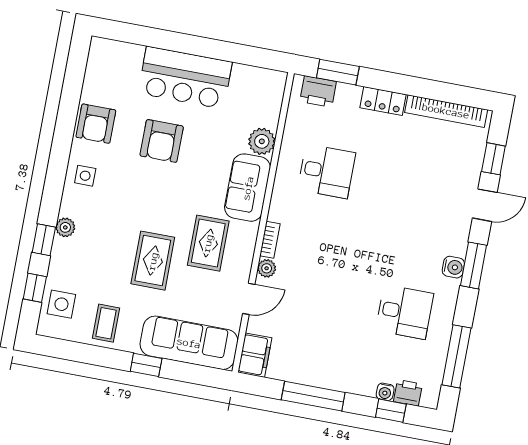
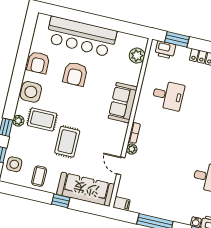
bar counter: (185, 78) -> (81, 37), width x1.36
plant: (262, 141) -> (137, 56), moved
side table: (85, 176) -> (31, 92), width x1.87, depth x1.87
rug: (208, 243) -> (42, 119), moved, turned 90
door: (249, 299) -> (121, 166), swing flipped
filing cabinet: (255, 355) -> (121, 204), width x0.50

